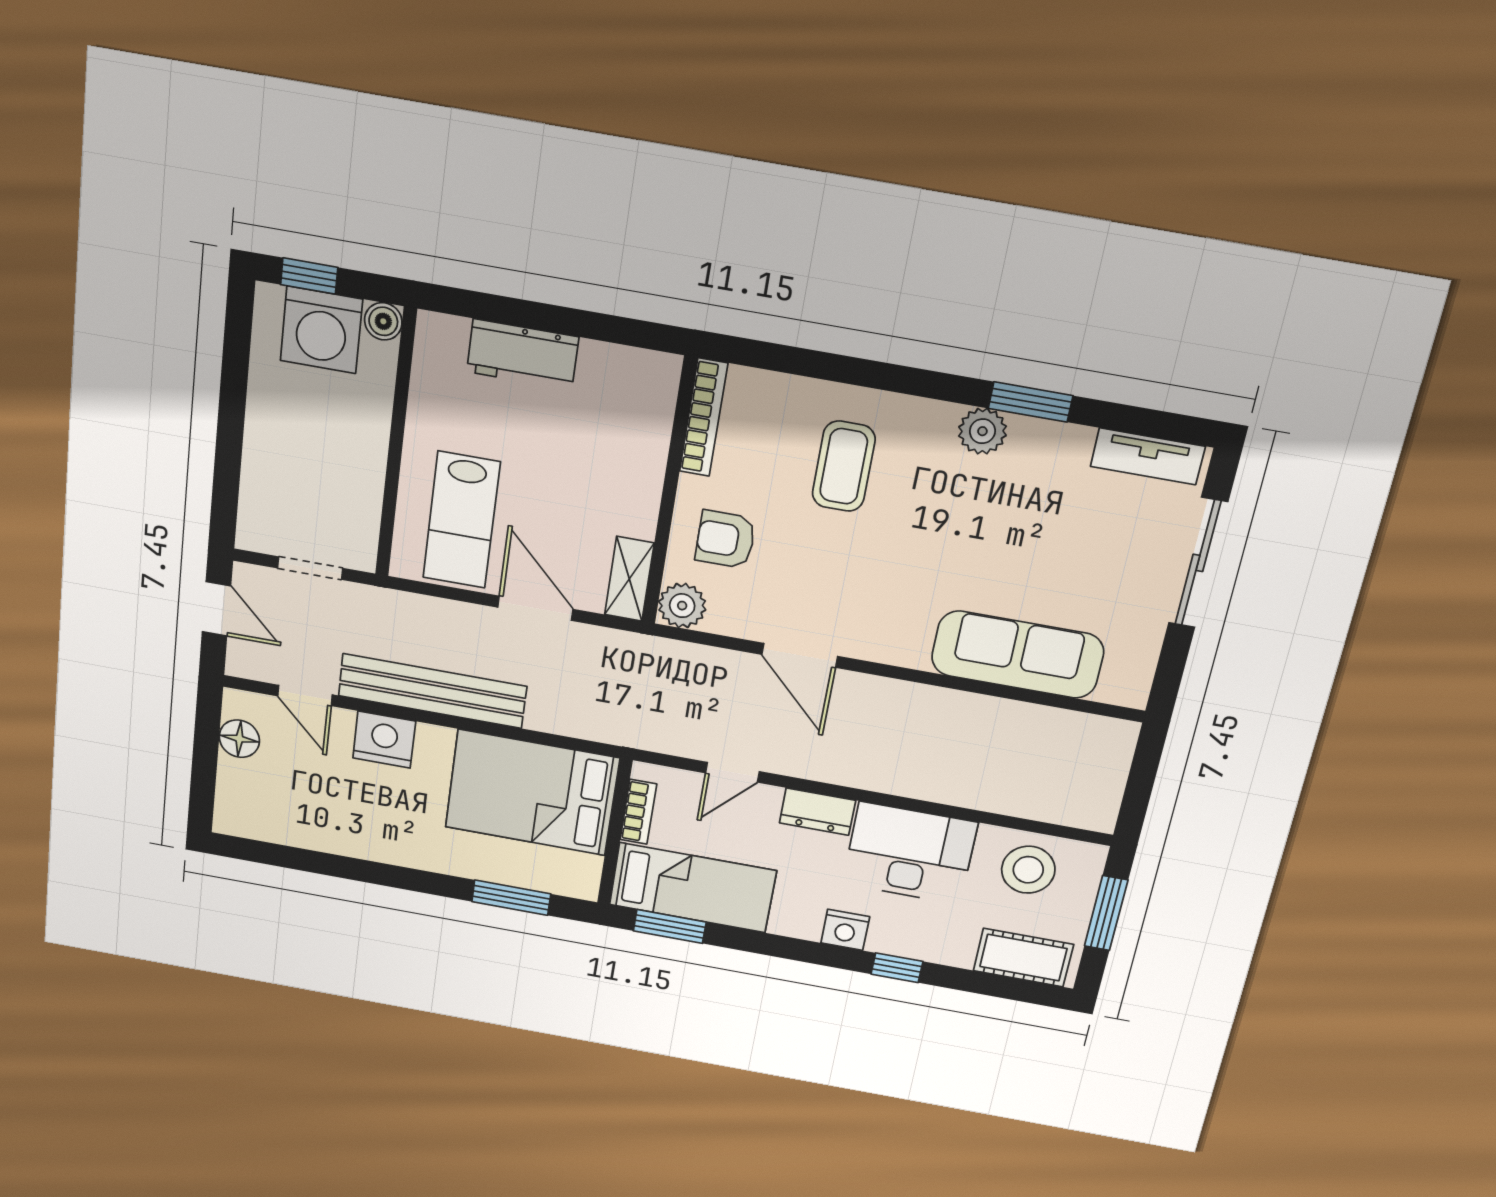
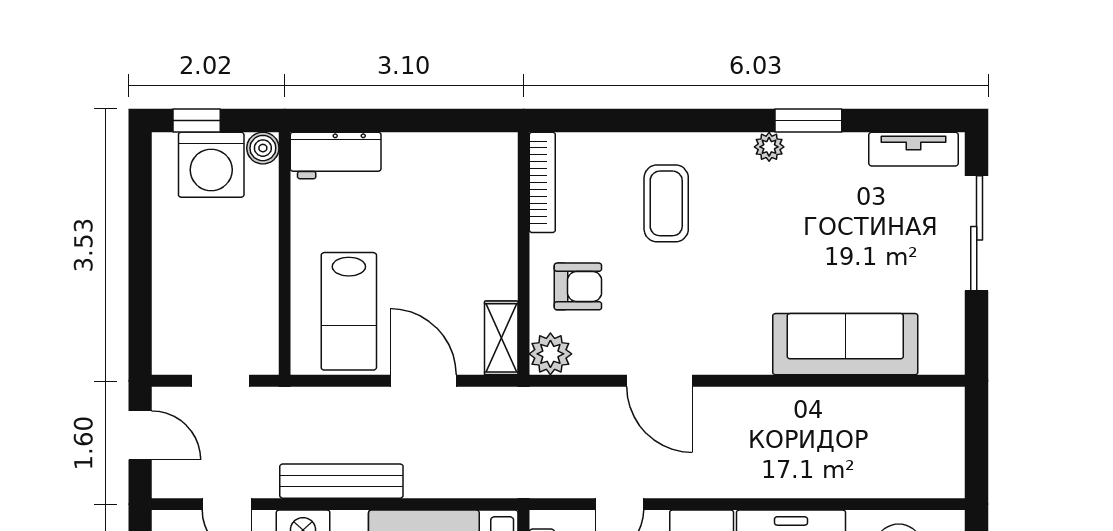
workbench: (523, 354) -> (336, 155), moved
plant: (982, 431) -> (769, 147), width x0.73, depth x0.73
armchair: (725, 539) -> (578, 286), turned 180
bench: (432, 691) -> (341, 481), width x0.73, depth x0.82

